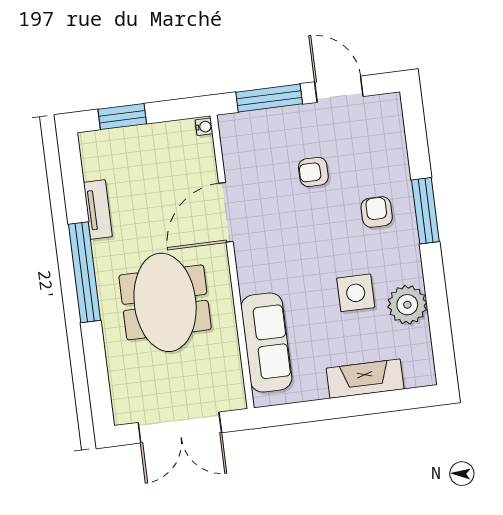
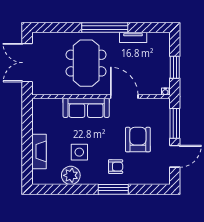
window: (122, 117) -> (175, 67), moved
armchair: (313, 172) -> (138, 140), width x1.88, depth x1.88
meeting table: (165, 302) -> (86, 63), turned 90
sofa: (266, 343) -> (86, 108), moved

